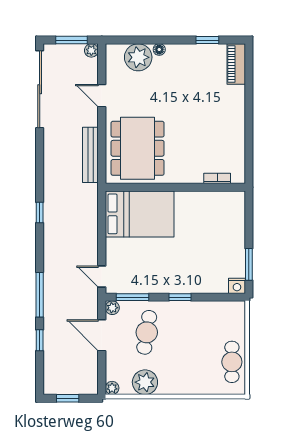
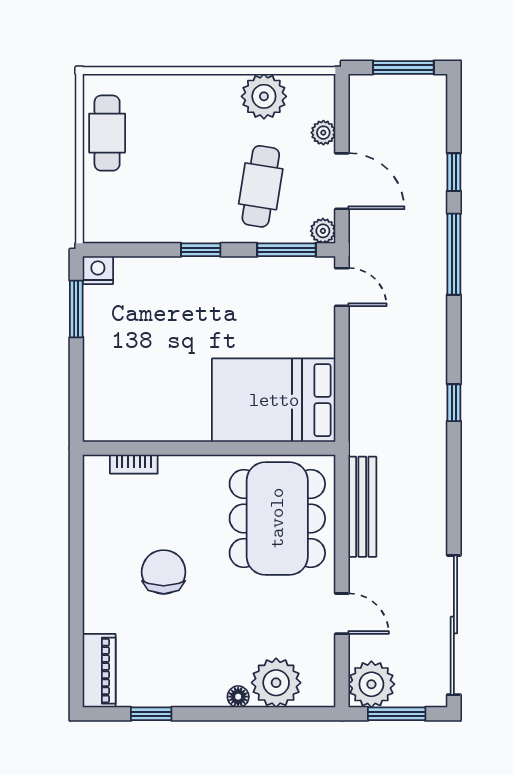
plant: (91, 50) -> (371, 684), width x1.87, depth x1.87
chair: (201, 119) -> (164, 572), added
plant: (112, 388) -> (323, 133), moved
window: (68, 398) -> (403, 67), width x1.50

